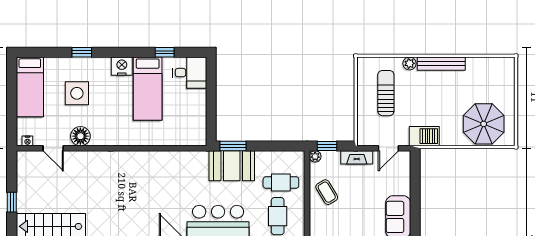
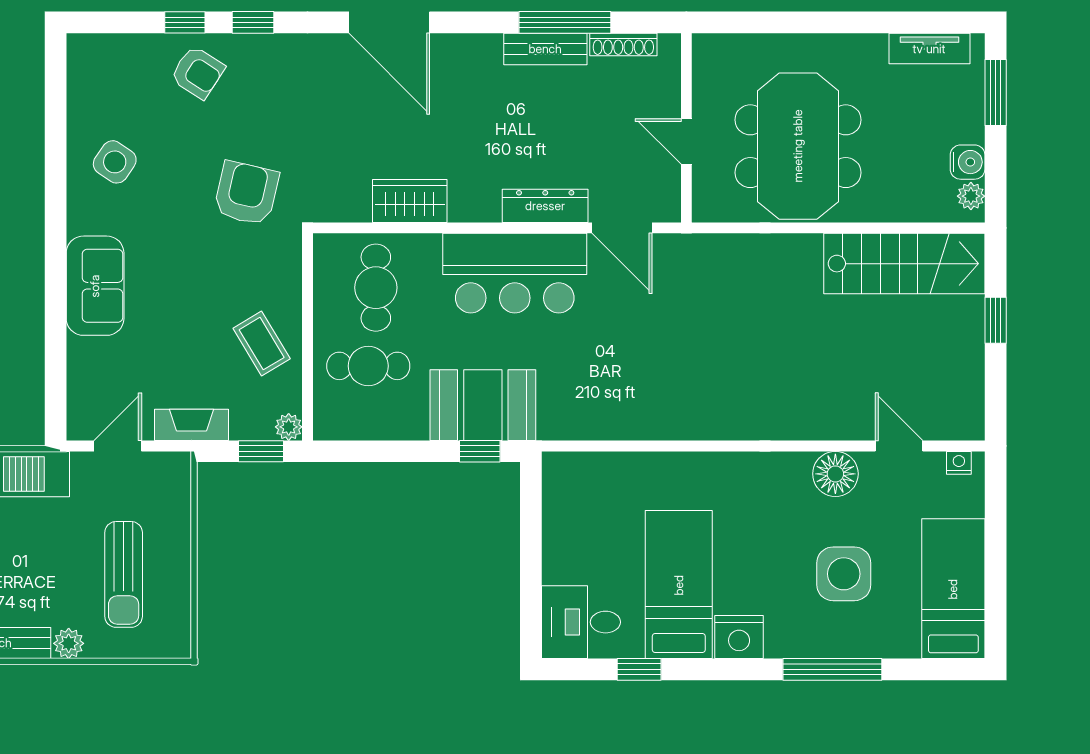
window: (82, 52) -> (832, 669), width x2.17
window: (233, 146) -> (480, 451), width x0.67

